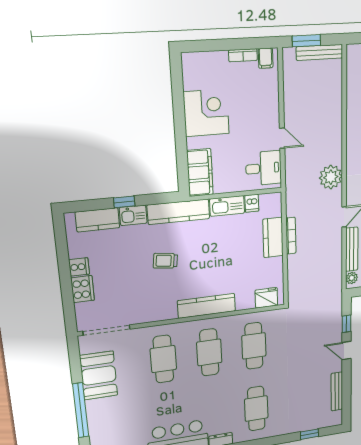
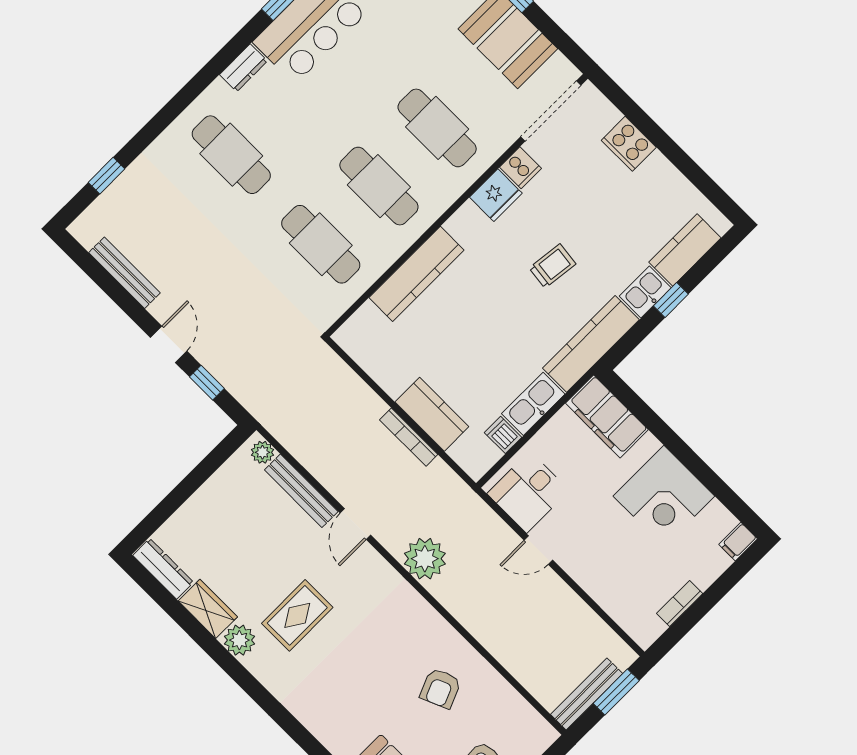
filing cabinet: (266, 58) -> (738, 542), moved, turned -90
cooker: (79, 267) -> (520, 168), moved, turned -90
fridge: (266, 298) -> (496, 195), moved
kitchen counter: (207, 306) -> (416, 274), moved
door: (346, 351) -> (169, 344), hinge flipped

